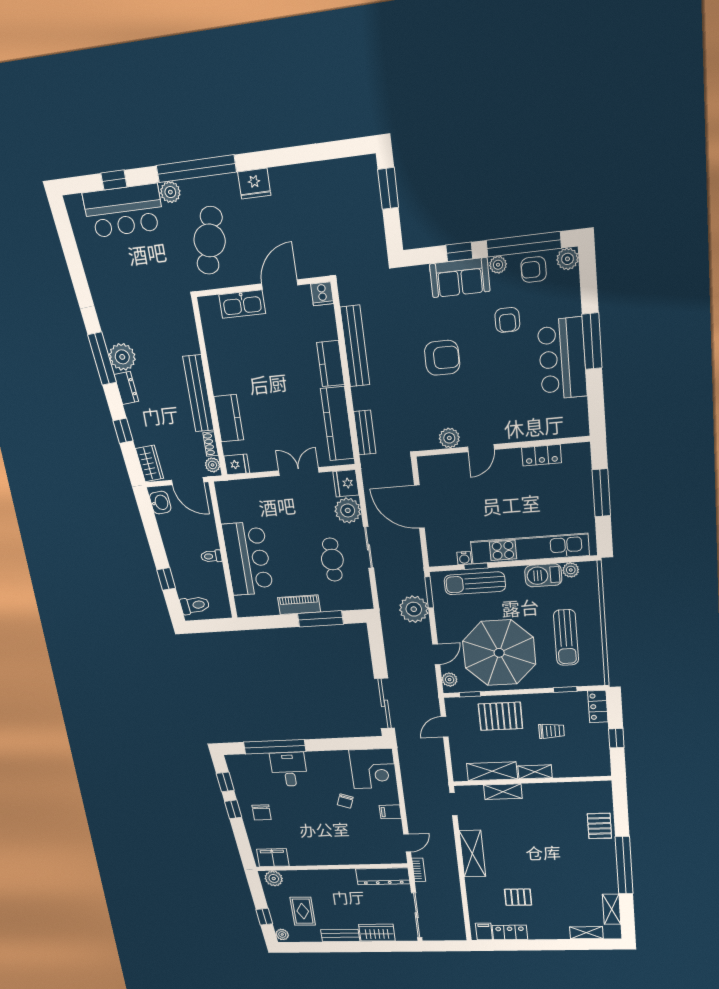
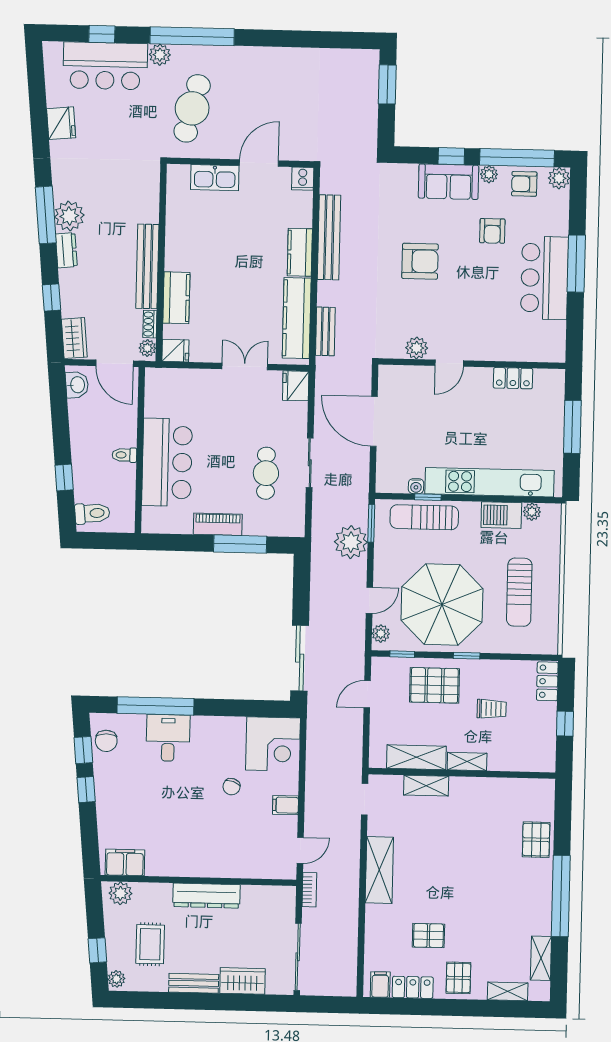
fridge: (254, 184) -> (61, 123), moved, turned -95
plant: (348, 510) -> (293, 417), removed
window: (565, 690) -> (467, 656), moved
chair: (262, 812) -> (106, 741), moved
dresser: (383, 876) -> (206, 896), moved
pallet: (546, 925) -> (458, 978), added

